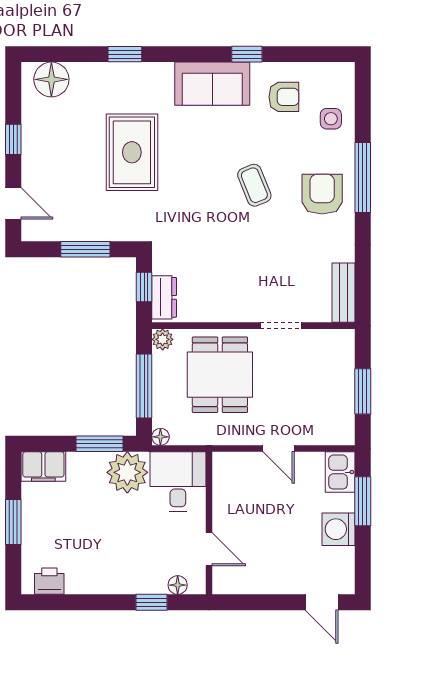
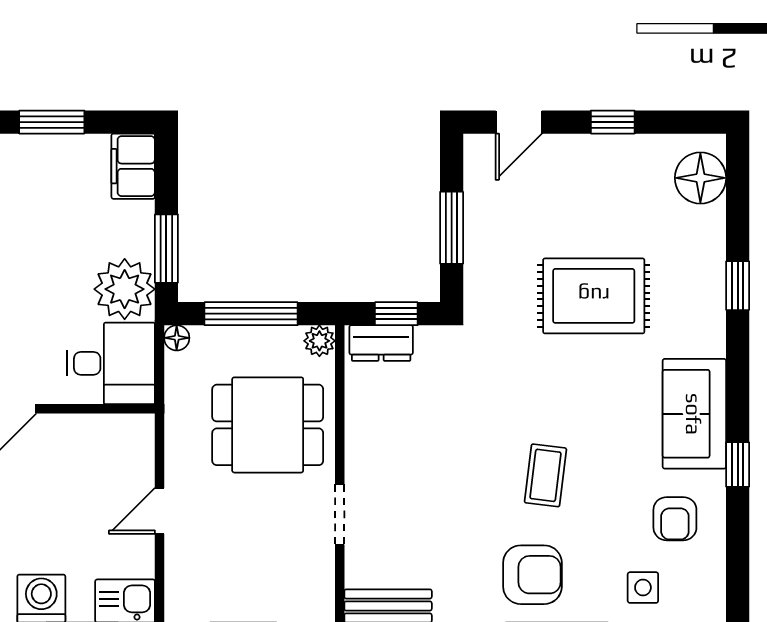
coffee table: (254, 185) -> (545, 475), turned -61

